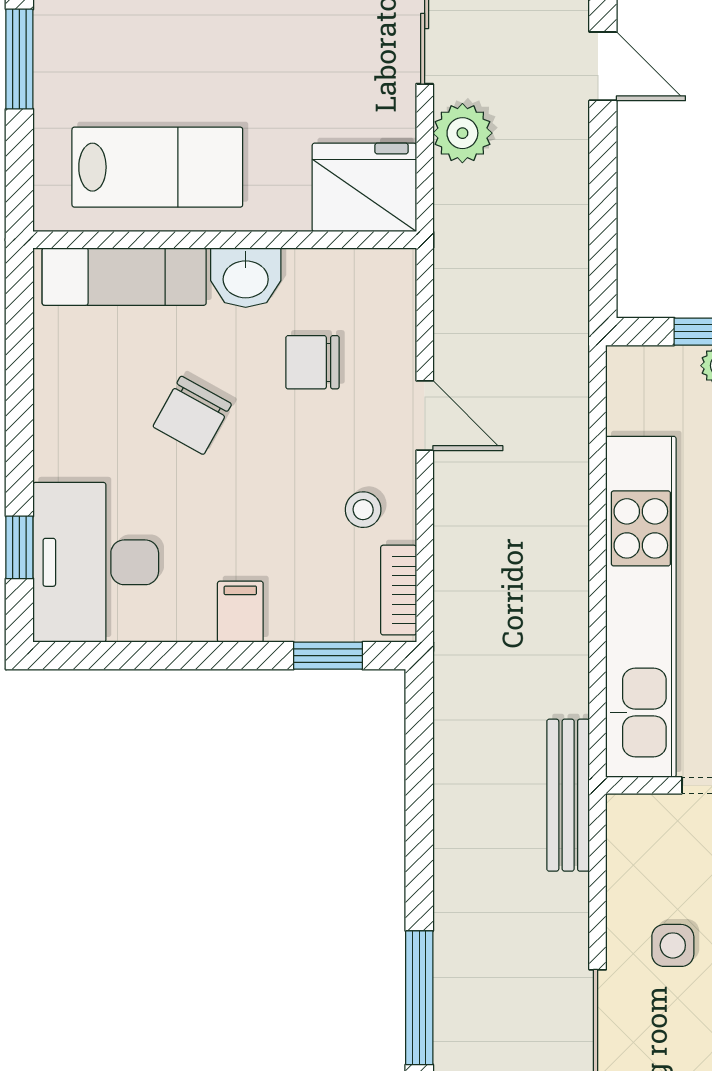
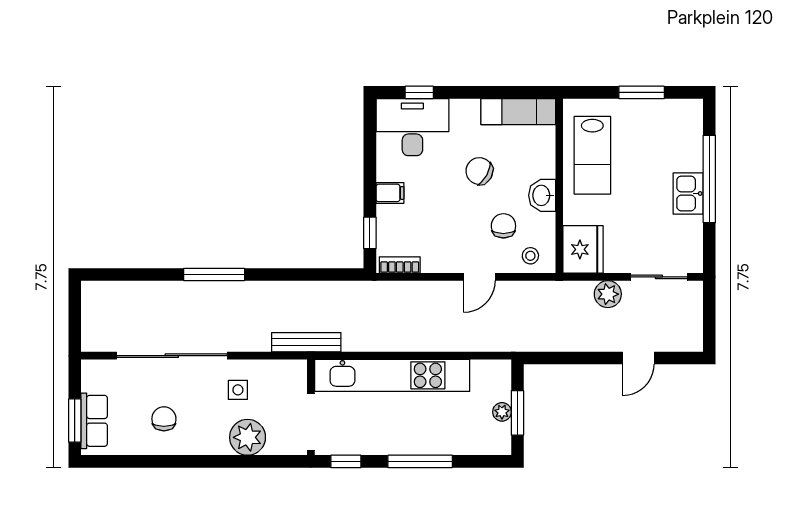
exam couch: (124, 277) -> (518, 112), moved, turned -90
stool: (363, 510) -> (530, 256), moved

